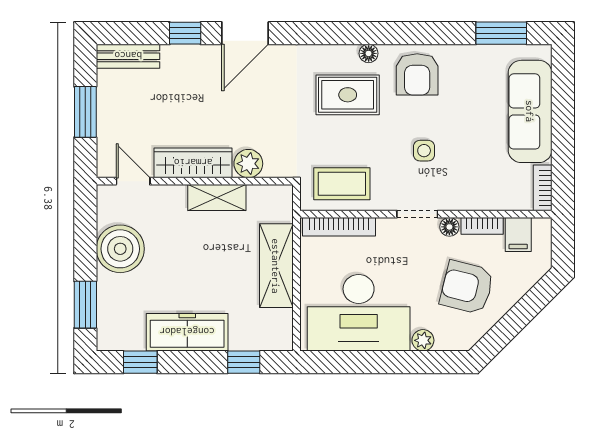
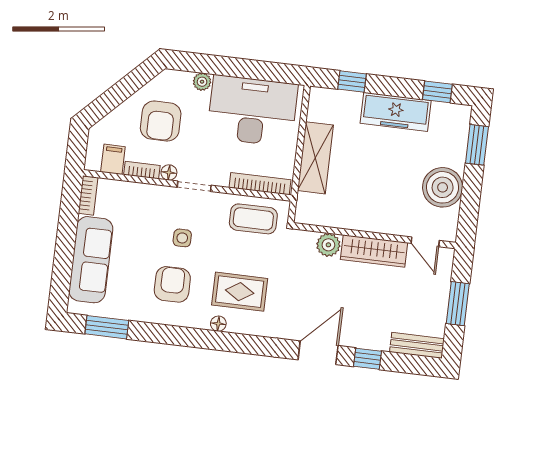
armchair: (417, 74) -> (172, 284), moved
shelving: (217, 197) -> (358, 220), removed
armchair: (467, 287) -> (161, 121), turned 76

